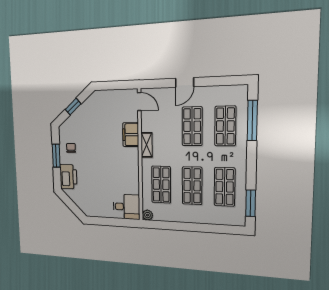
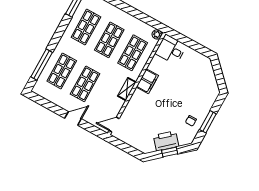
door: (139, 102) -> (114, 125), hinge flipped
filing cabinet: (131, 135) -> (147, 81), moved
printer: (68, 177) -> (166, 141), moved, turned 49

